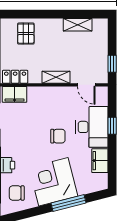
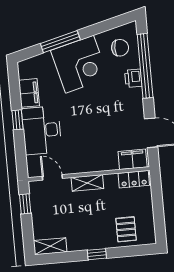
window: (53, 14) -> (97, 254), added
shelving: (78, 25) -> (50, 246), moved
window: (112, 126) -> (17, 120), moved
chair: (58, 136) -> (79, 116), removed

